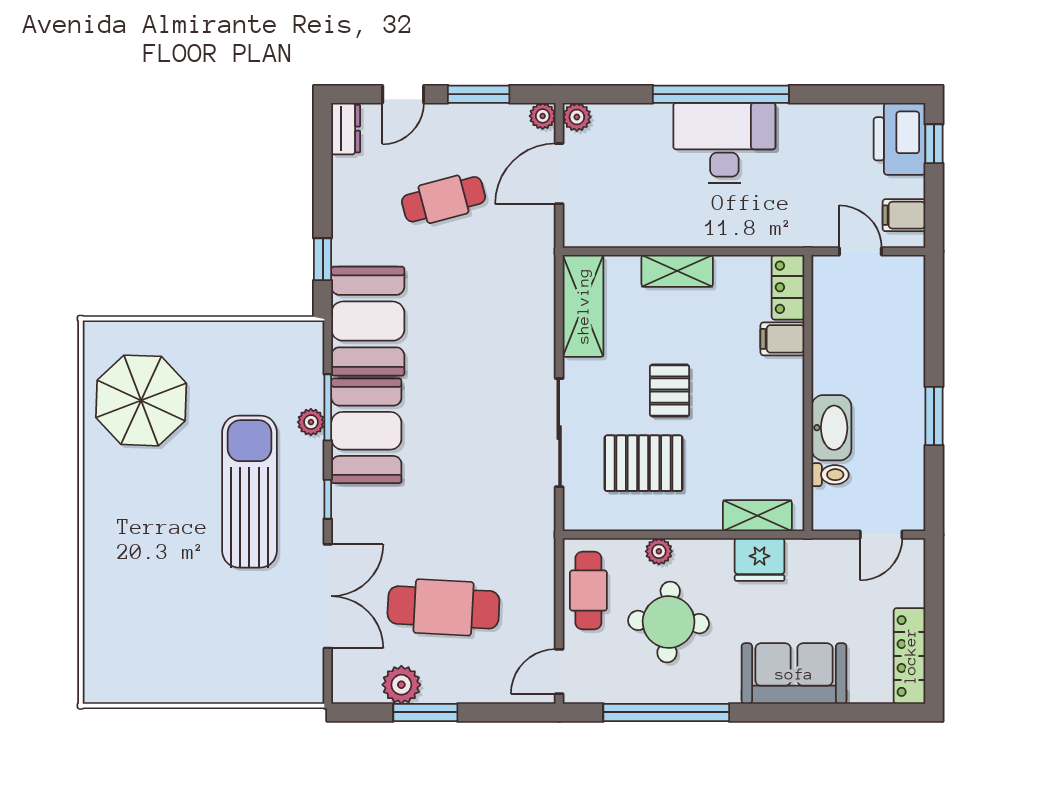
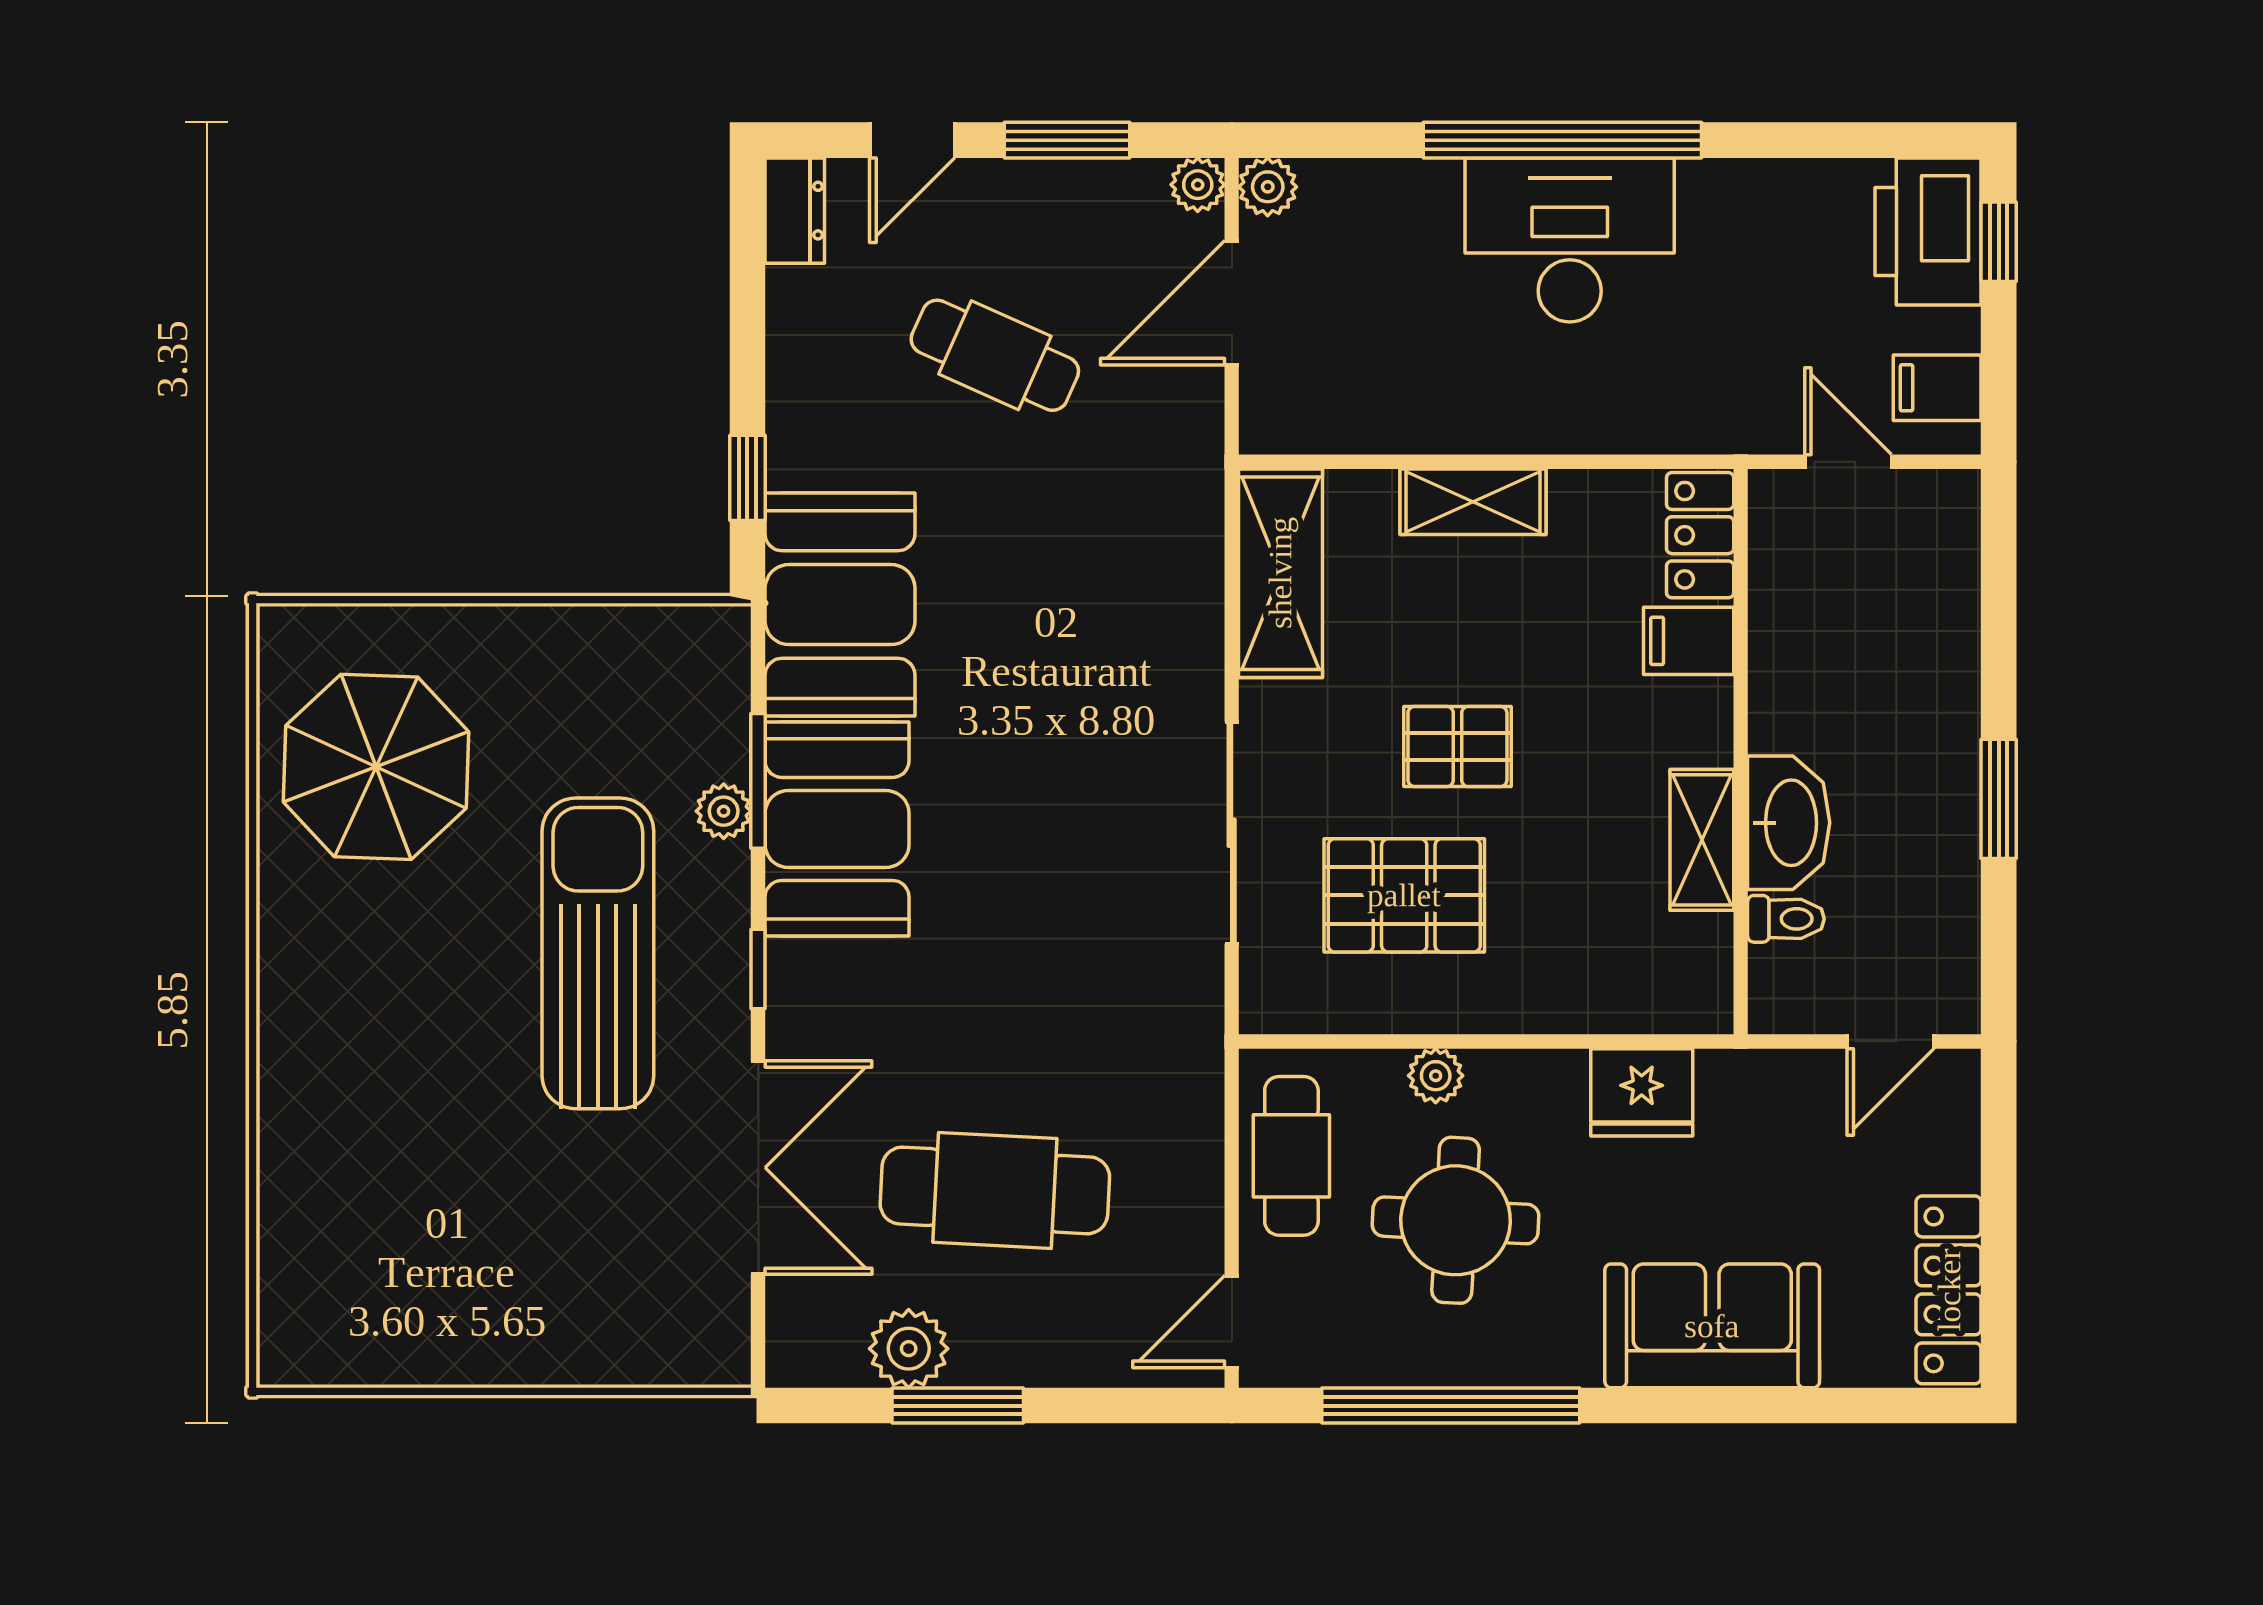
cafe table: (443, 199) -> (995, 355), turned 39
pallet: (670, 390) -> (1457, 747), turned 90
shelving: (757, 516) -> (1702, 840), moved, turned 90

